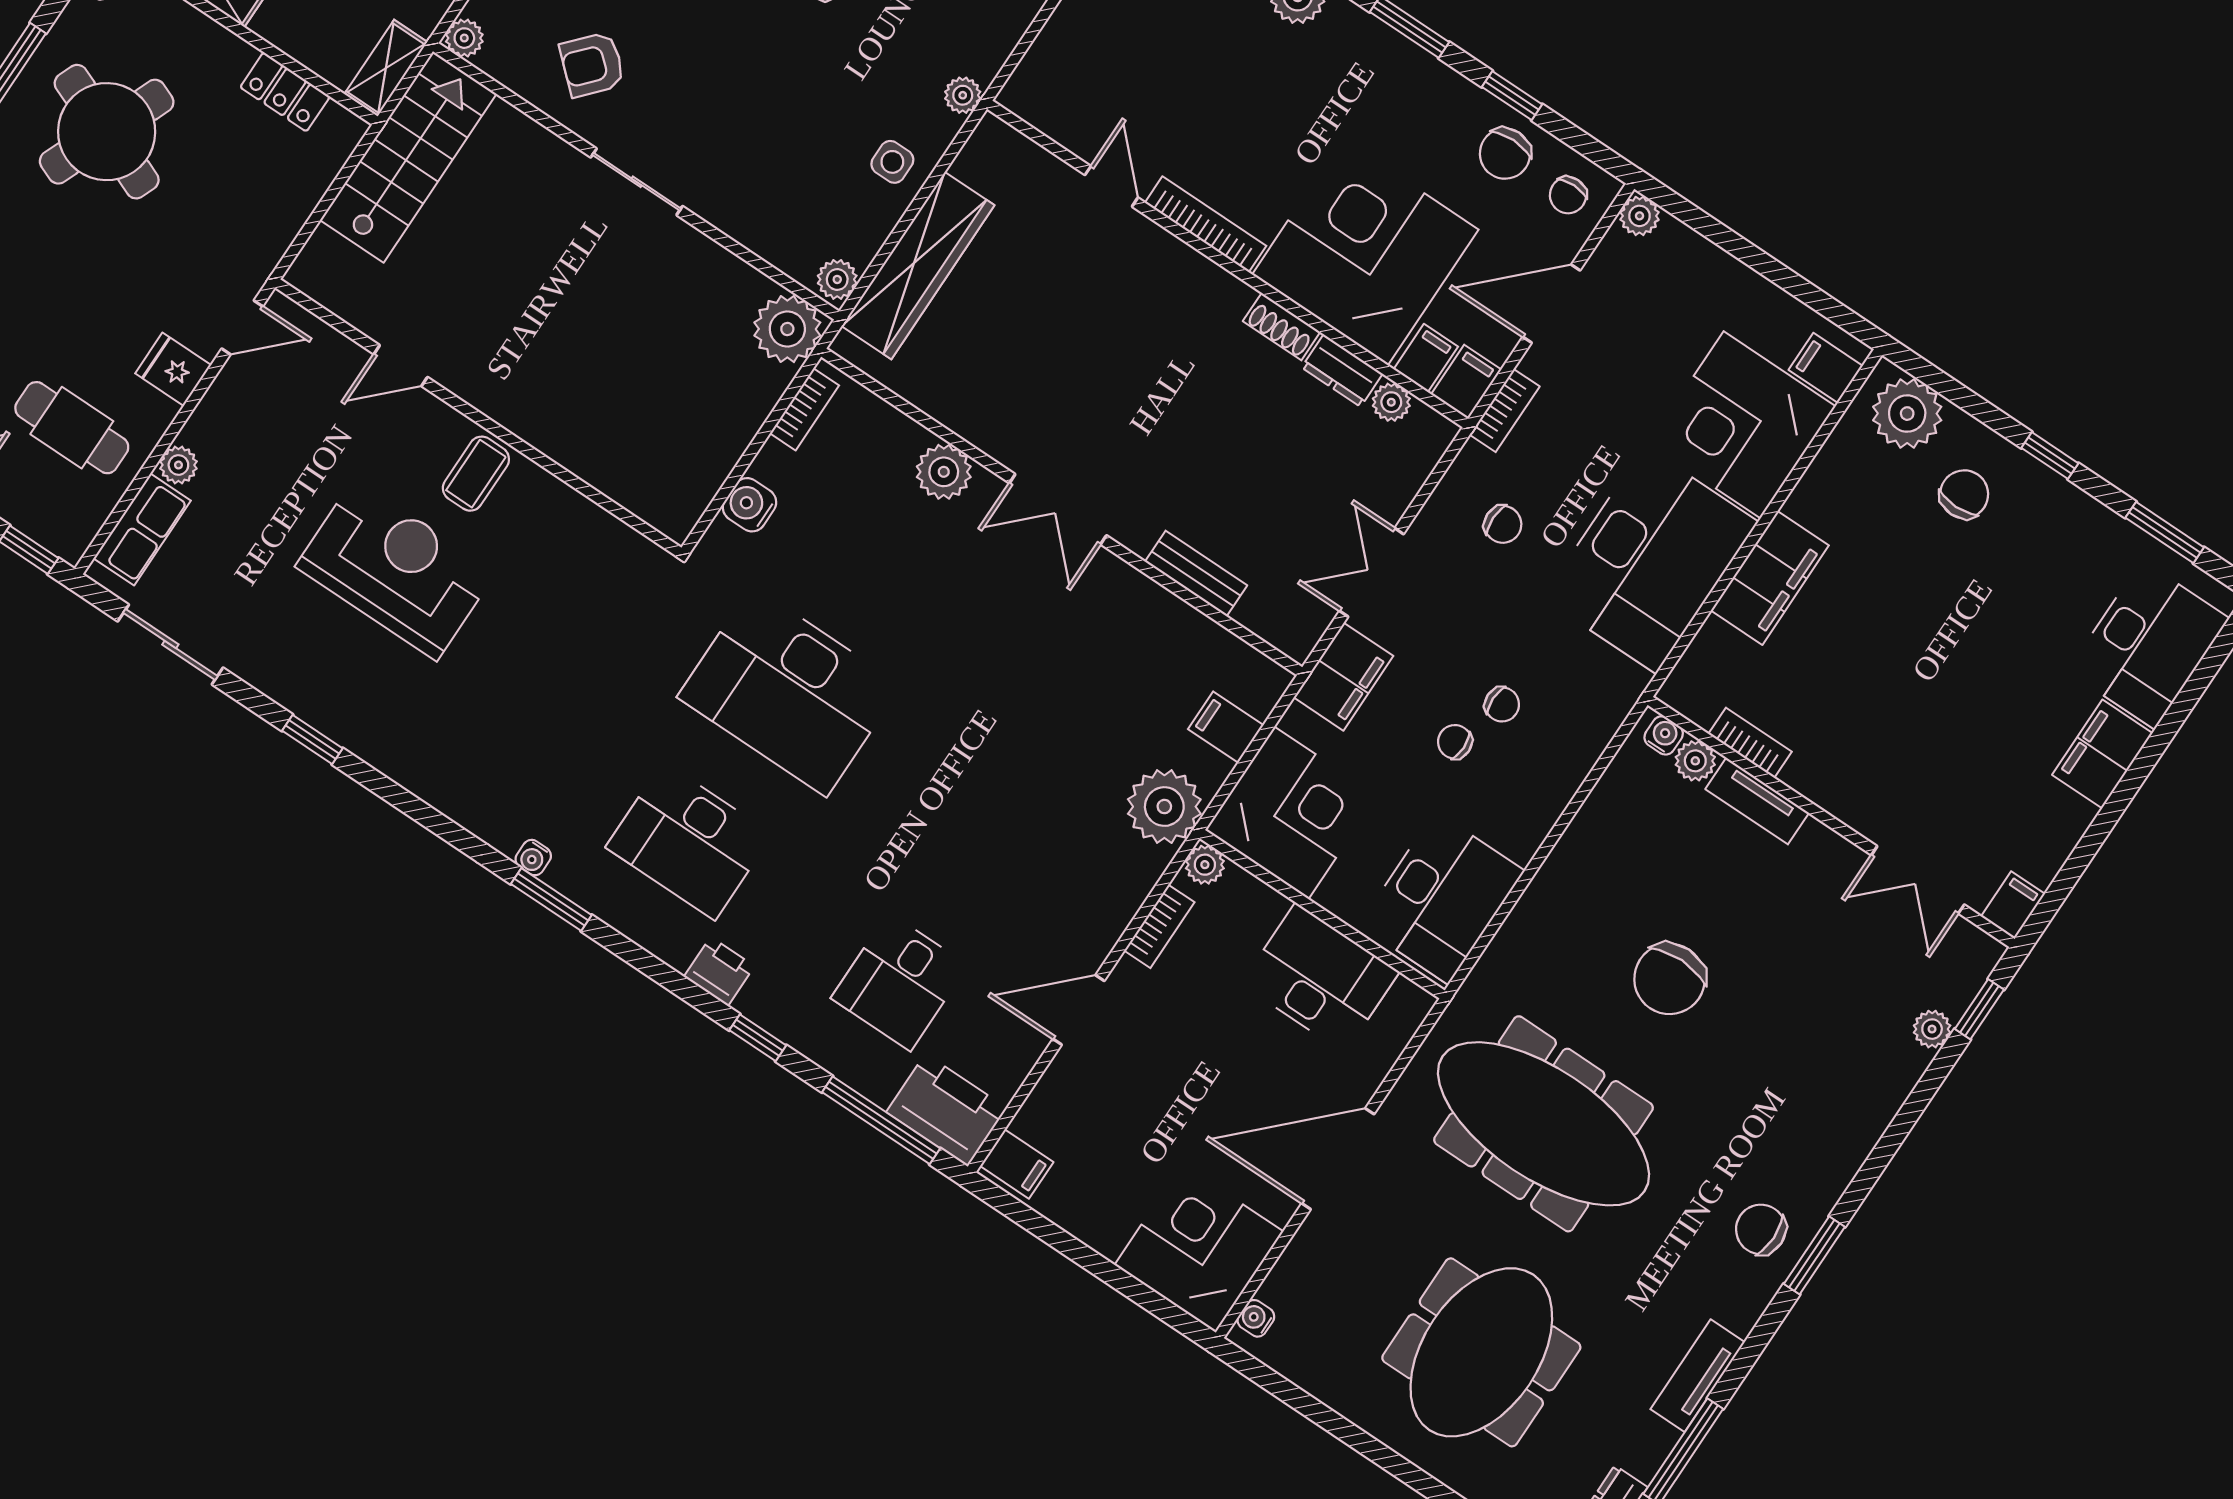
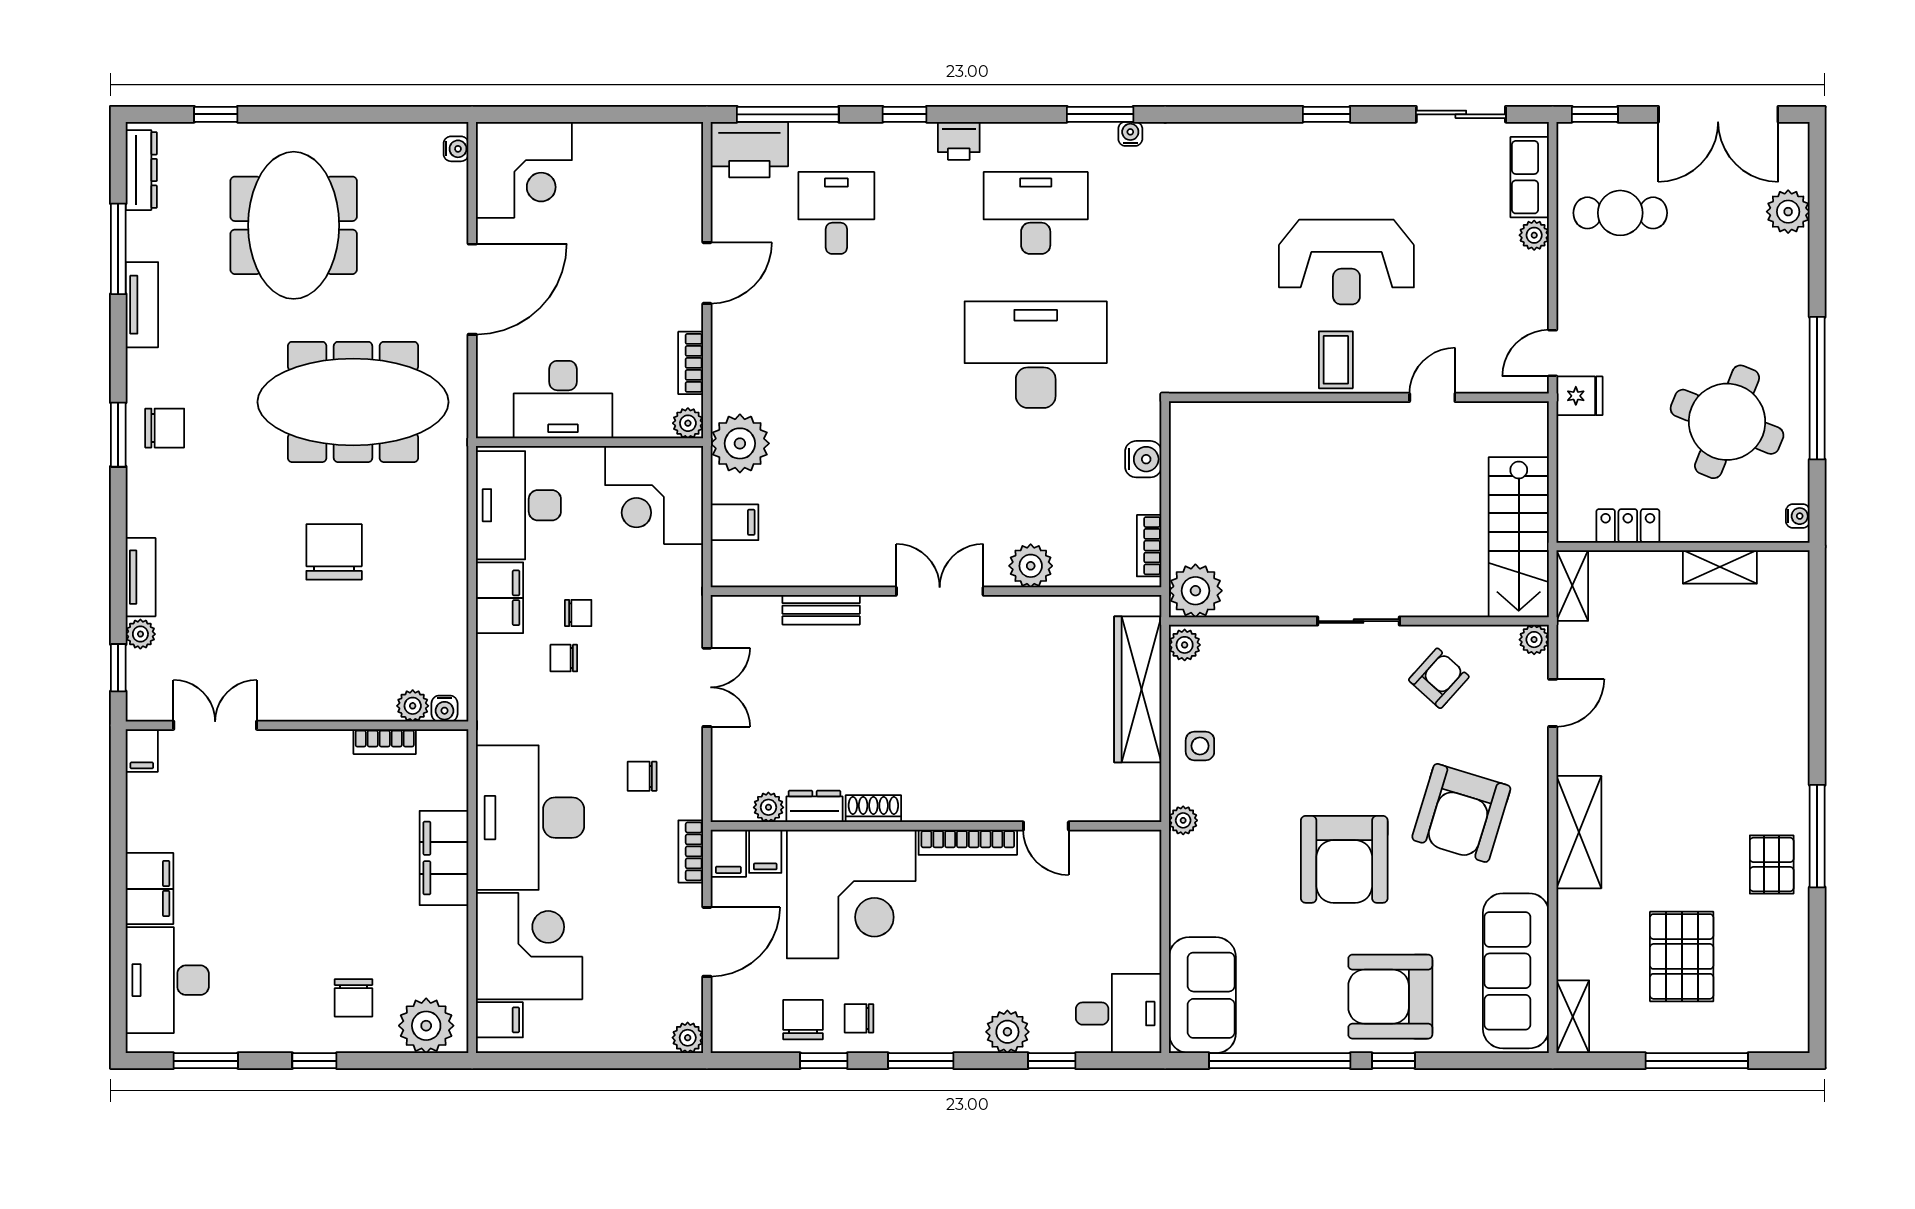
chair: (1568, 195) -> (859, 1018), moved, turned -90
fridge: (173, 369) -> (1579, 396), moved
filing cabinet: (1343, 677) -> (500, 598), moved, turned 180
tv unit: (1757, 801) -> (141, 577), moved, turned 90
filing cabinet: (1017, 1164) -> (680, 145), removed

